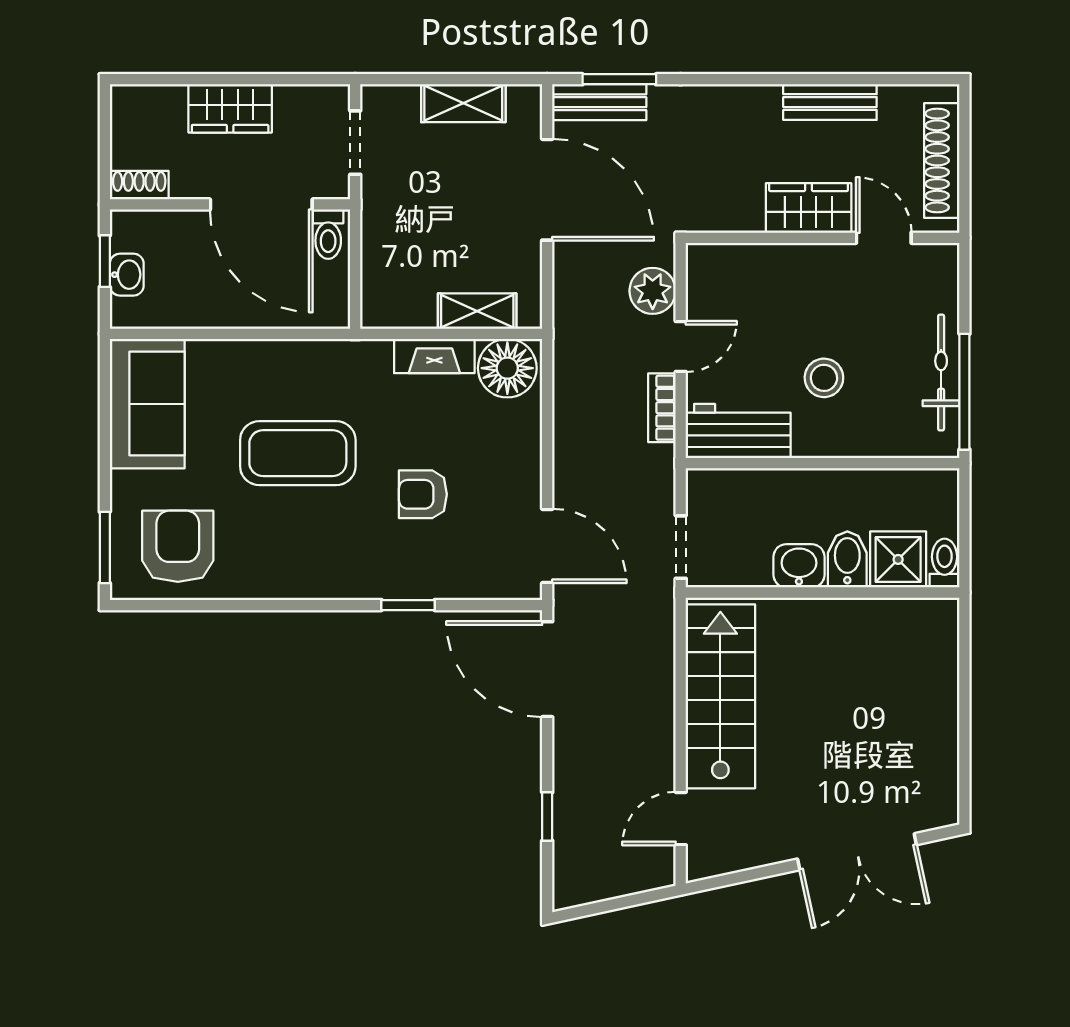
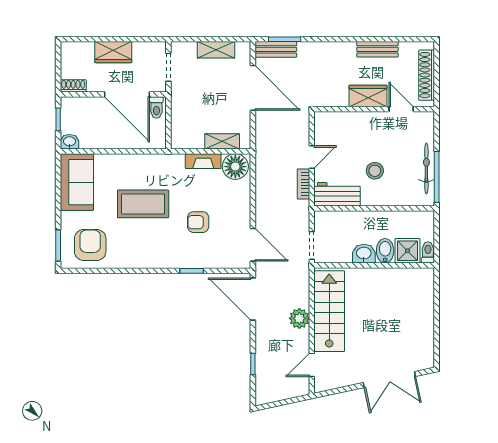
washbasin: (127, 275) -> (69, 142), moved, turned -90
plant: (653, 291) -> (299, 318), moved

